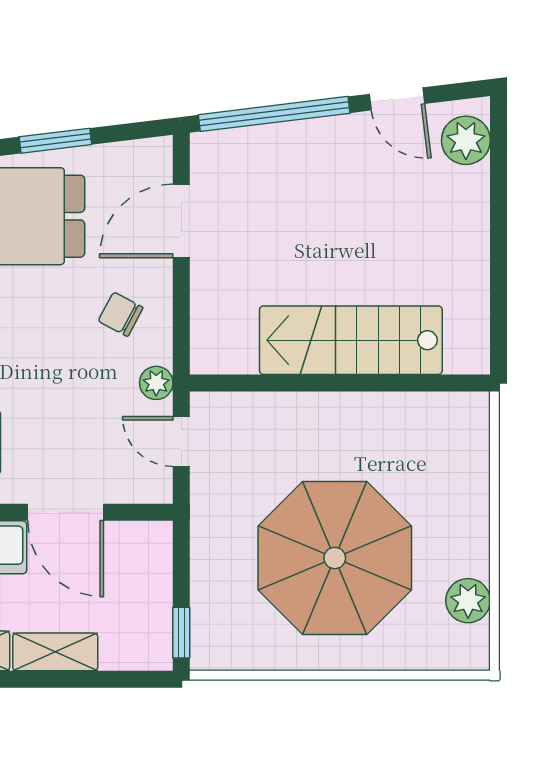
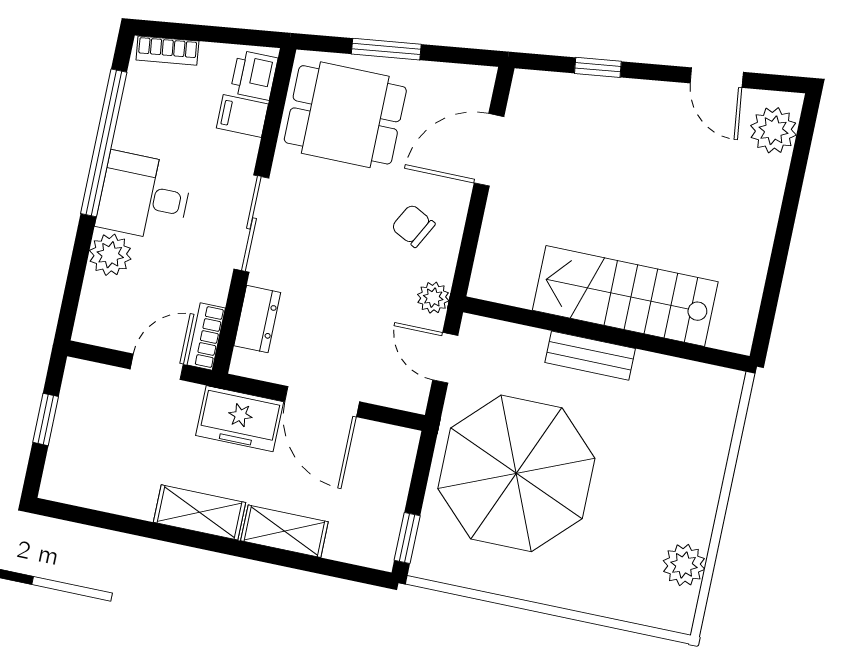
window: (274, 114) -> (598, 67), width x0.32
bench: (328, 408) -> (590, 356), added
parasol: (335, 558) -> (516, 473), moved

